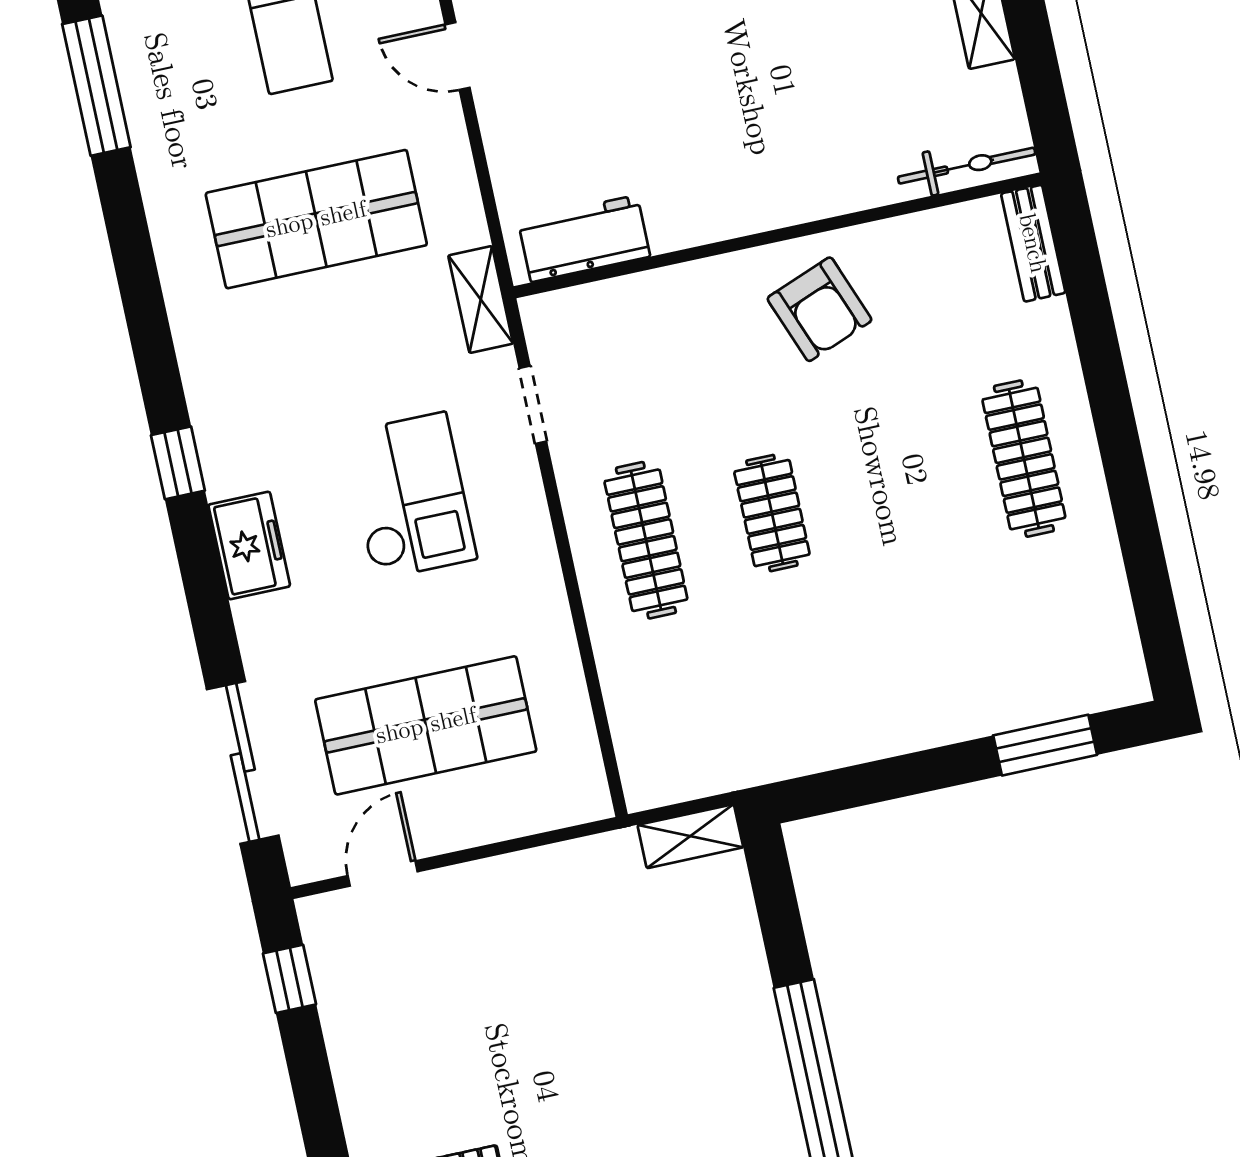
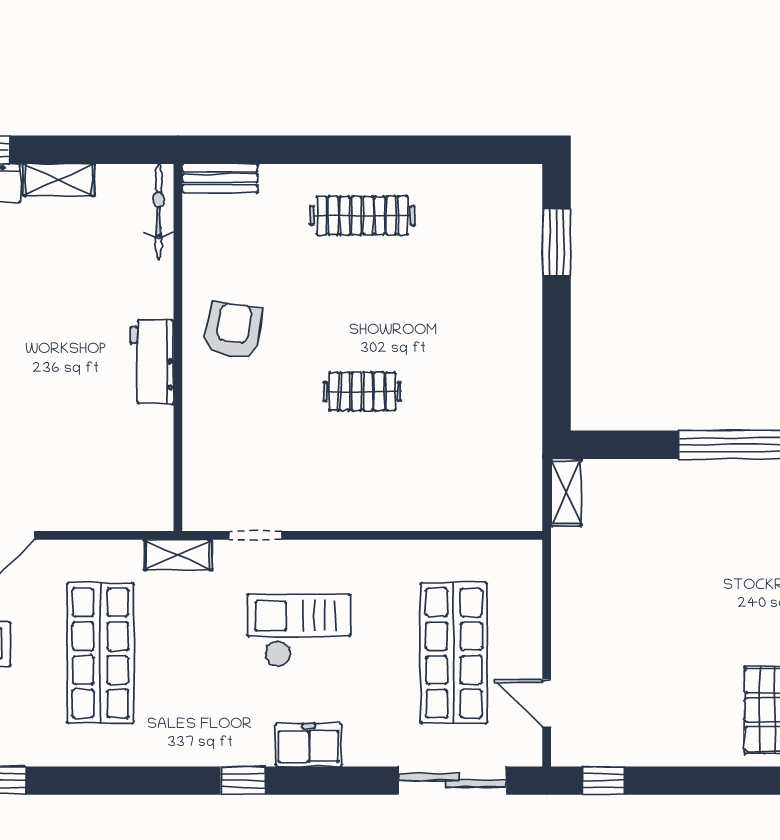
workbench: (584, 239) -> (152, 362), moved
armchair: (820, 309) -> (233, 330), turned -60
clothes rail: (646, 540) -> (362, 479), removed

